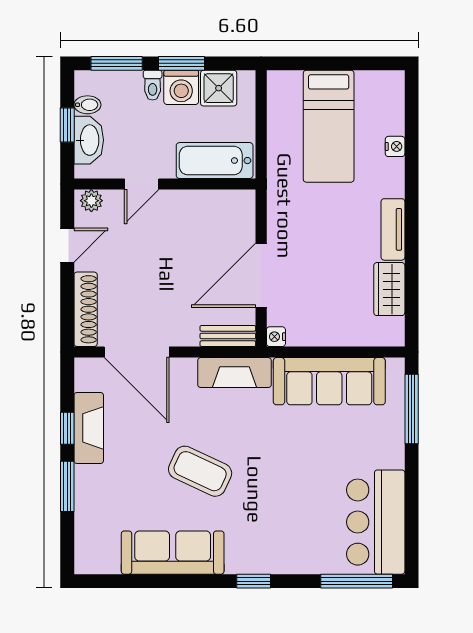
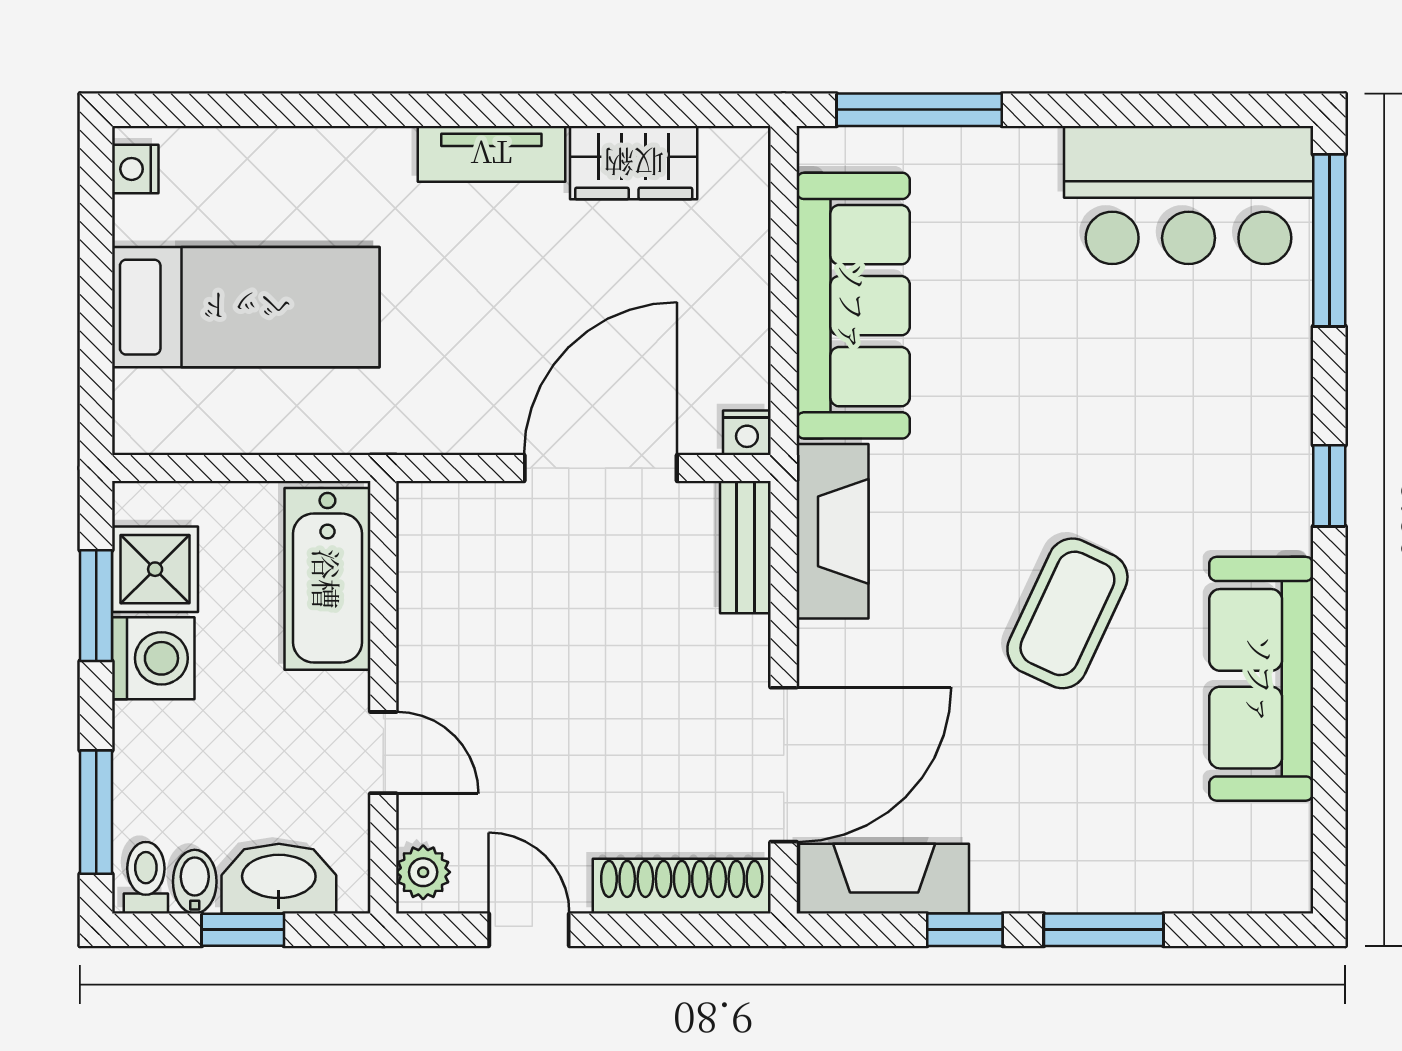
window: (181, 63) -> (96, 606), moved
toilet: (153, 85) -> (146, 878), moved, turned -90
nightstand: (395, 146) -> (135, 169), moved, turned -90
door: (261, 275) -> (601, 468), swing flipped
fireplace: (89, 428) -> (884, 879), moved

